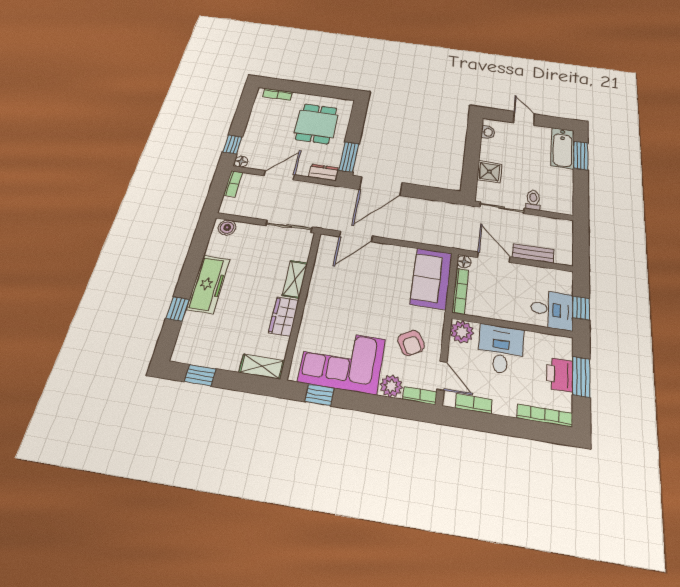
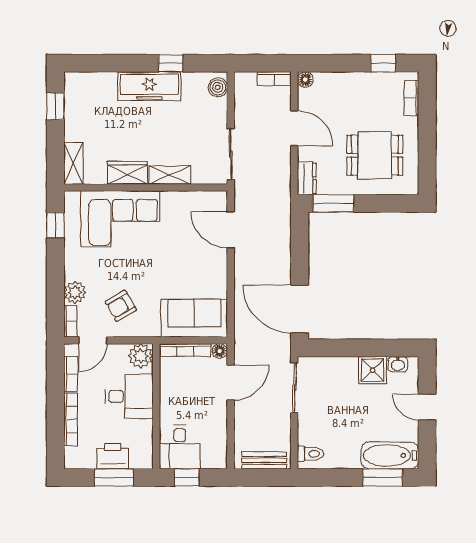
door: (524, 118) -> (427, 407), swing flipped
window: (233, 145) -> (383, 63), moved
shower: (489, 172) -> (373, 370), moved
door: (381, 186) -> (300, 309), moved
toilet: (533, 200) -> (310, 454), moved
bench: (533, 253) -> (264, 460), moved, turned 90
window: (178, 309) -> (171, 63), moved
corner sofa: (342, 360) -> (120, 219), moved, turned 90
bookcase: (545, 416) -> (71, 419), moved

